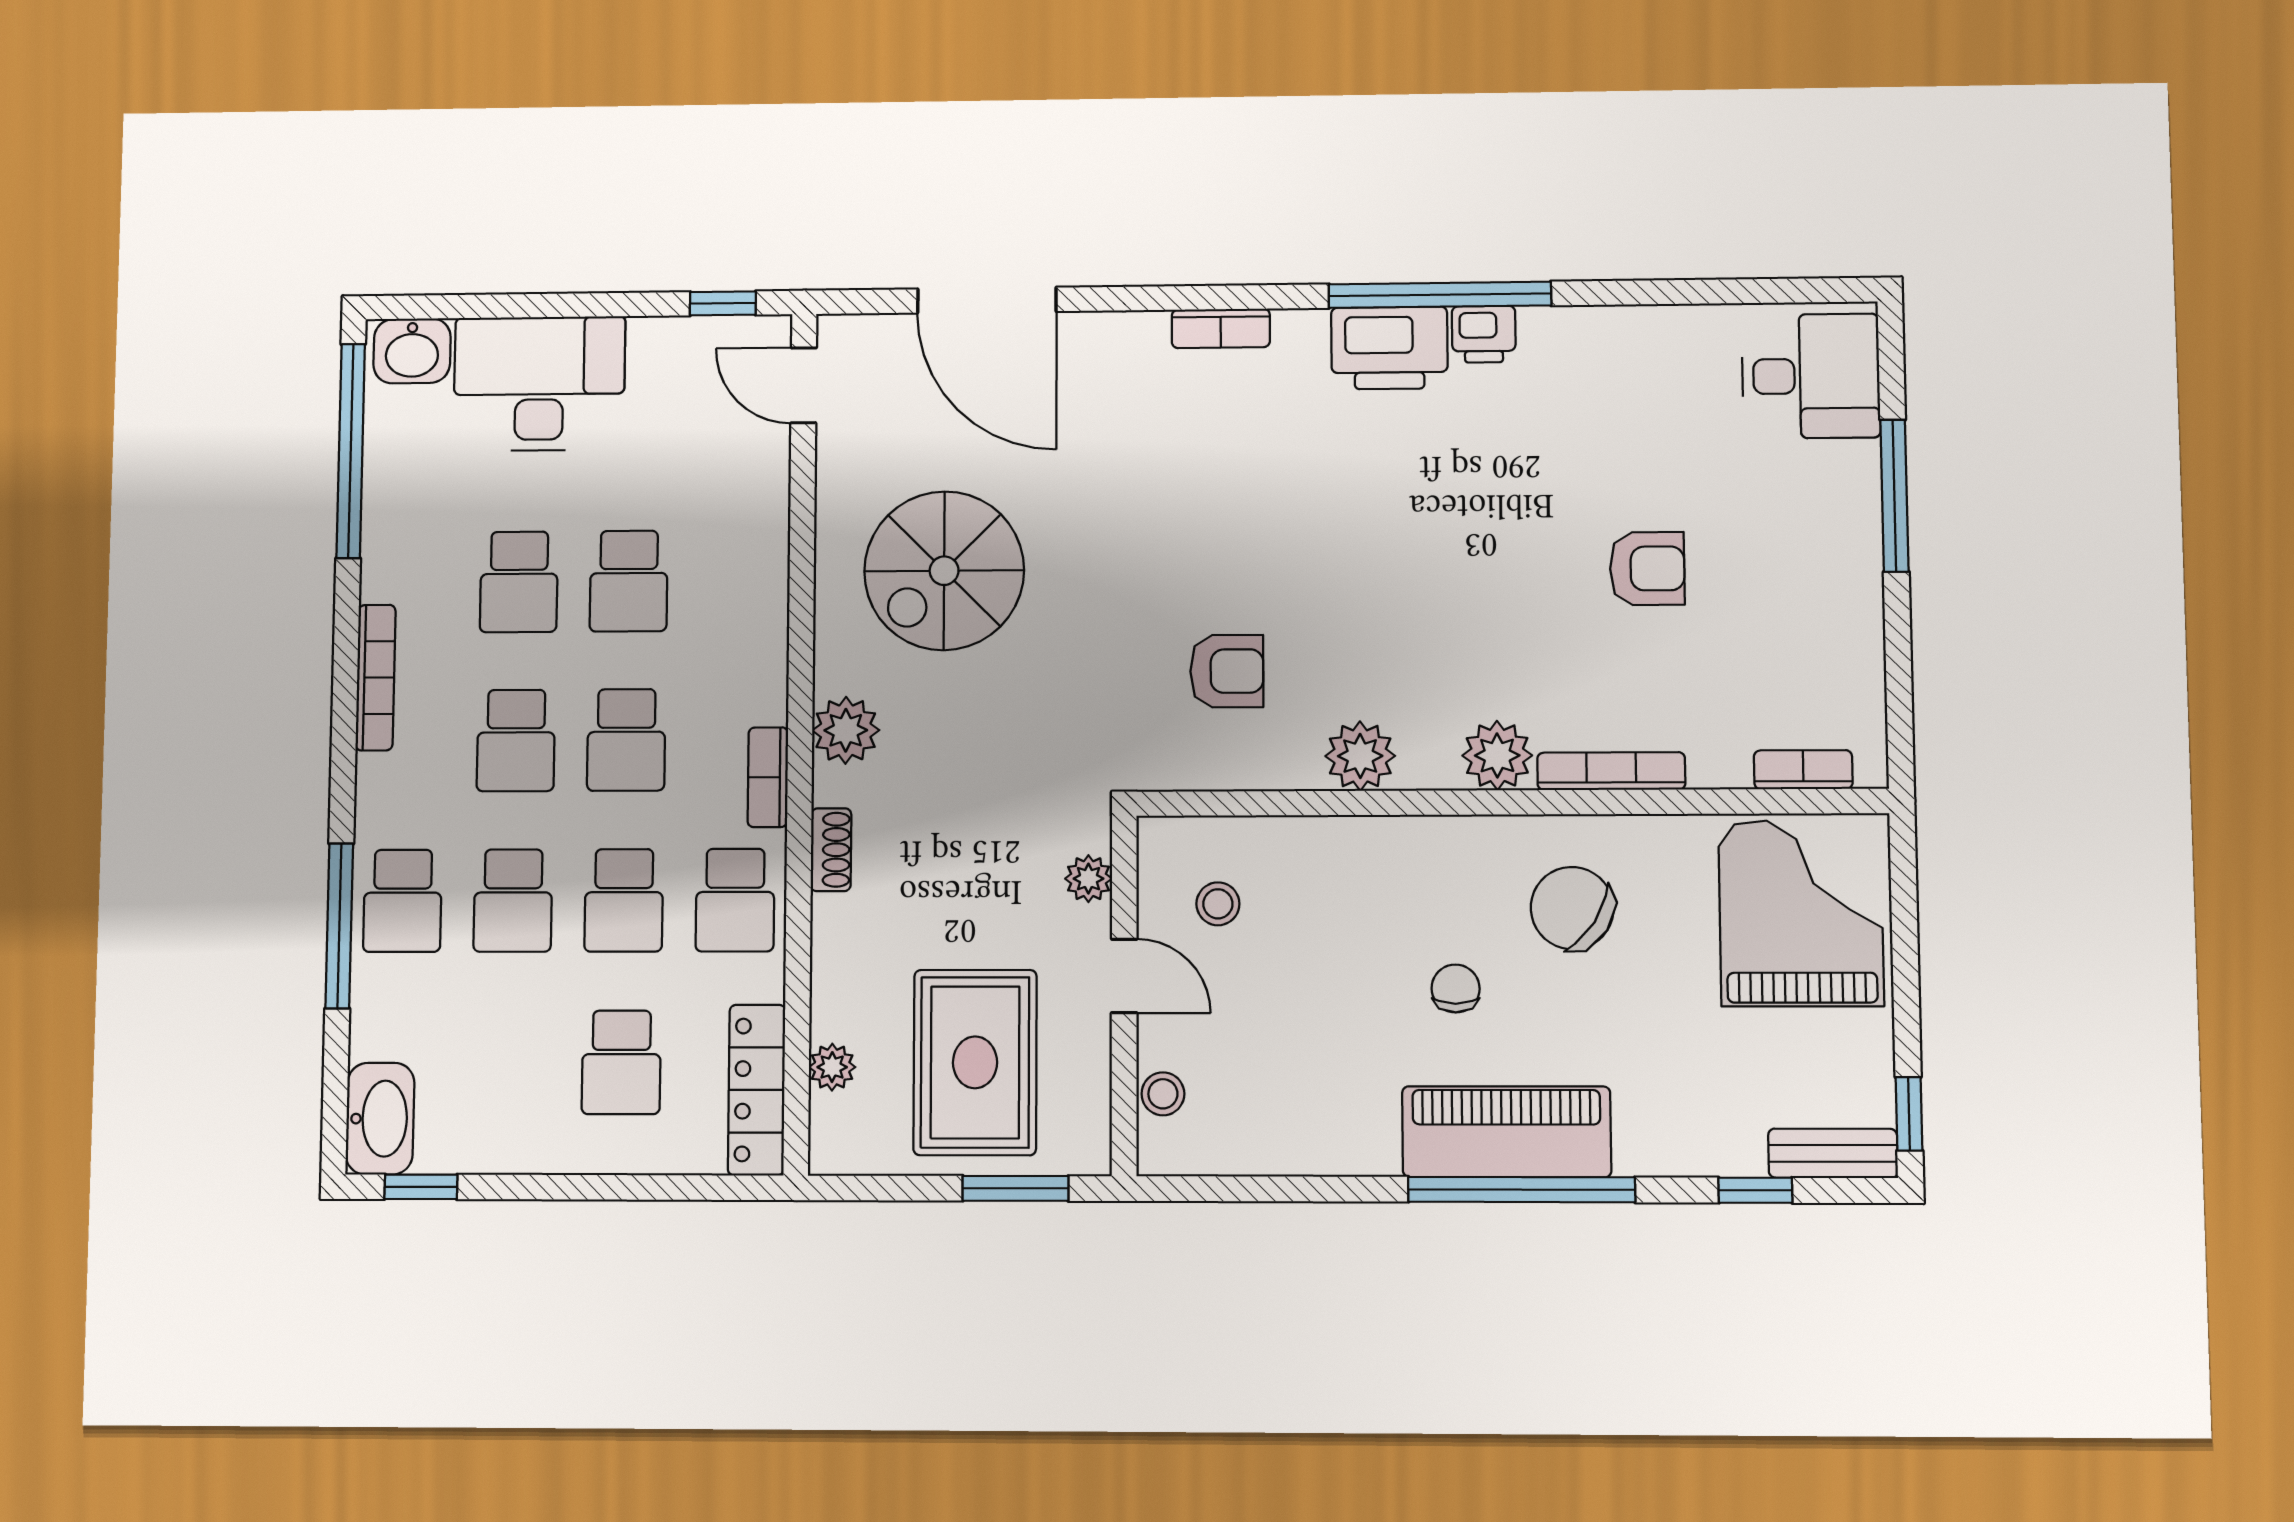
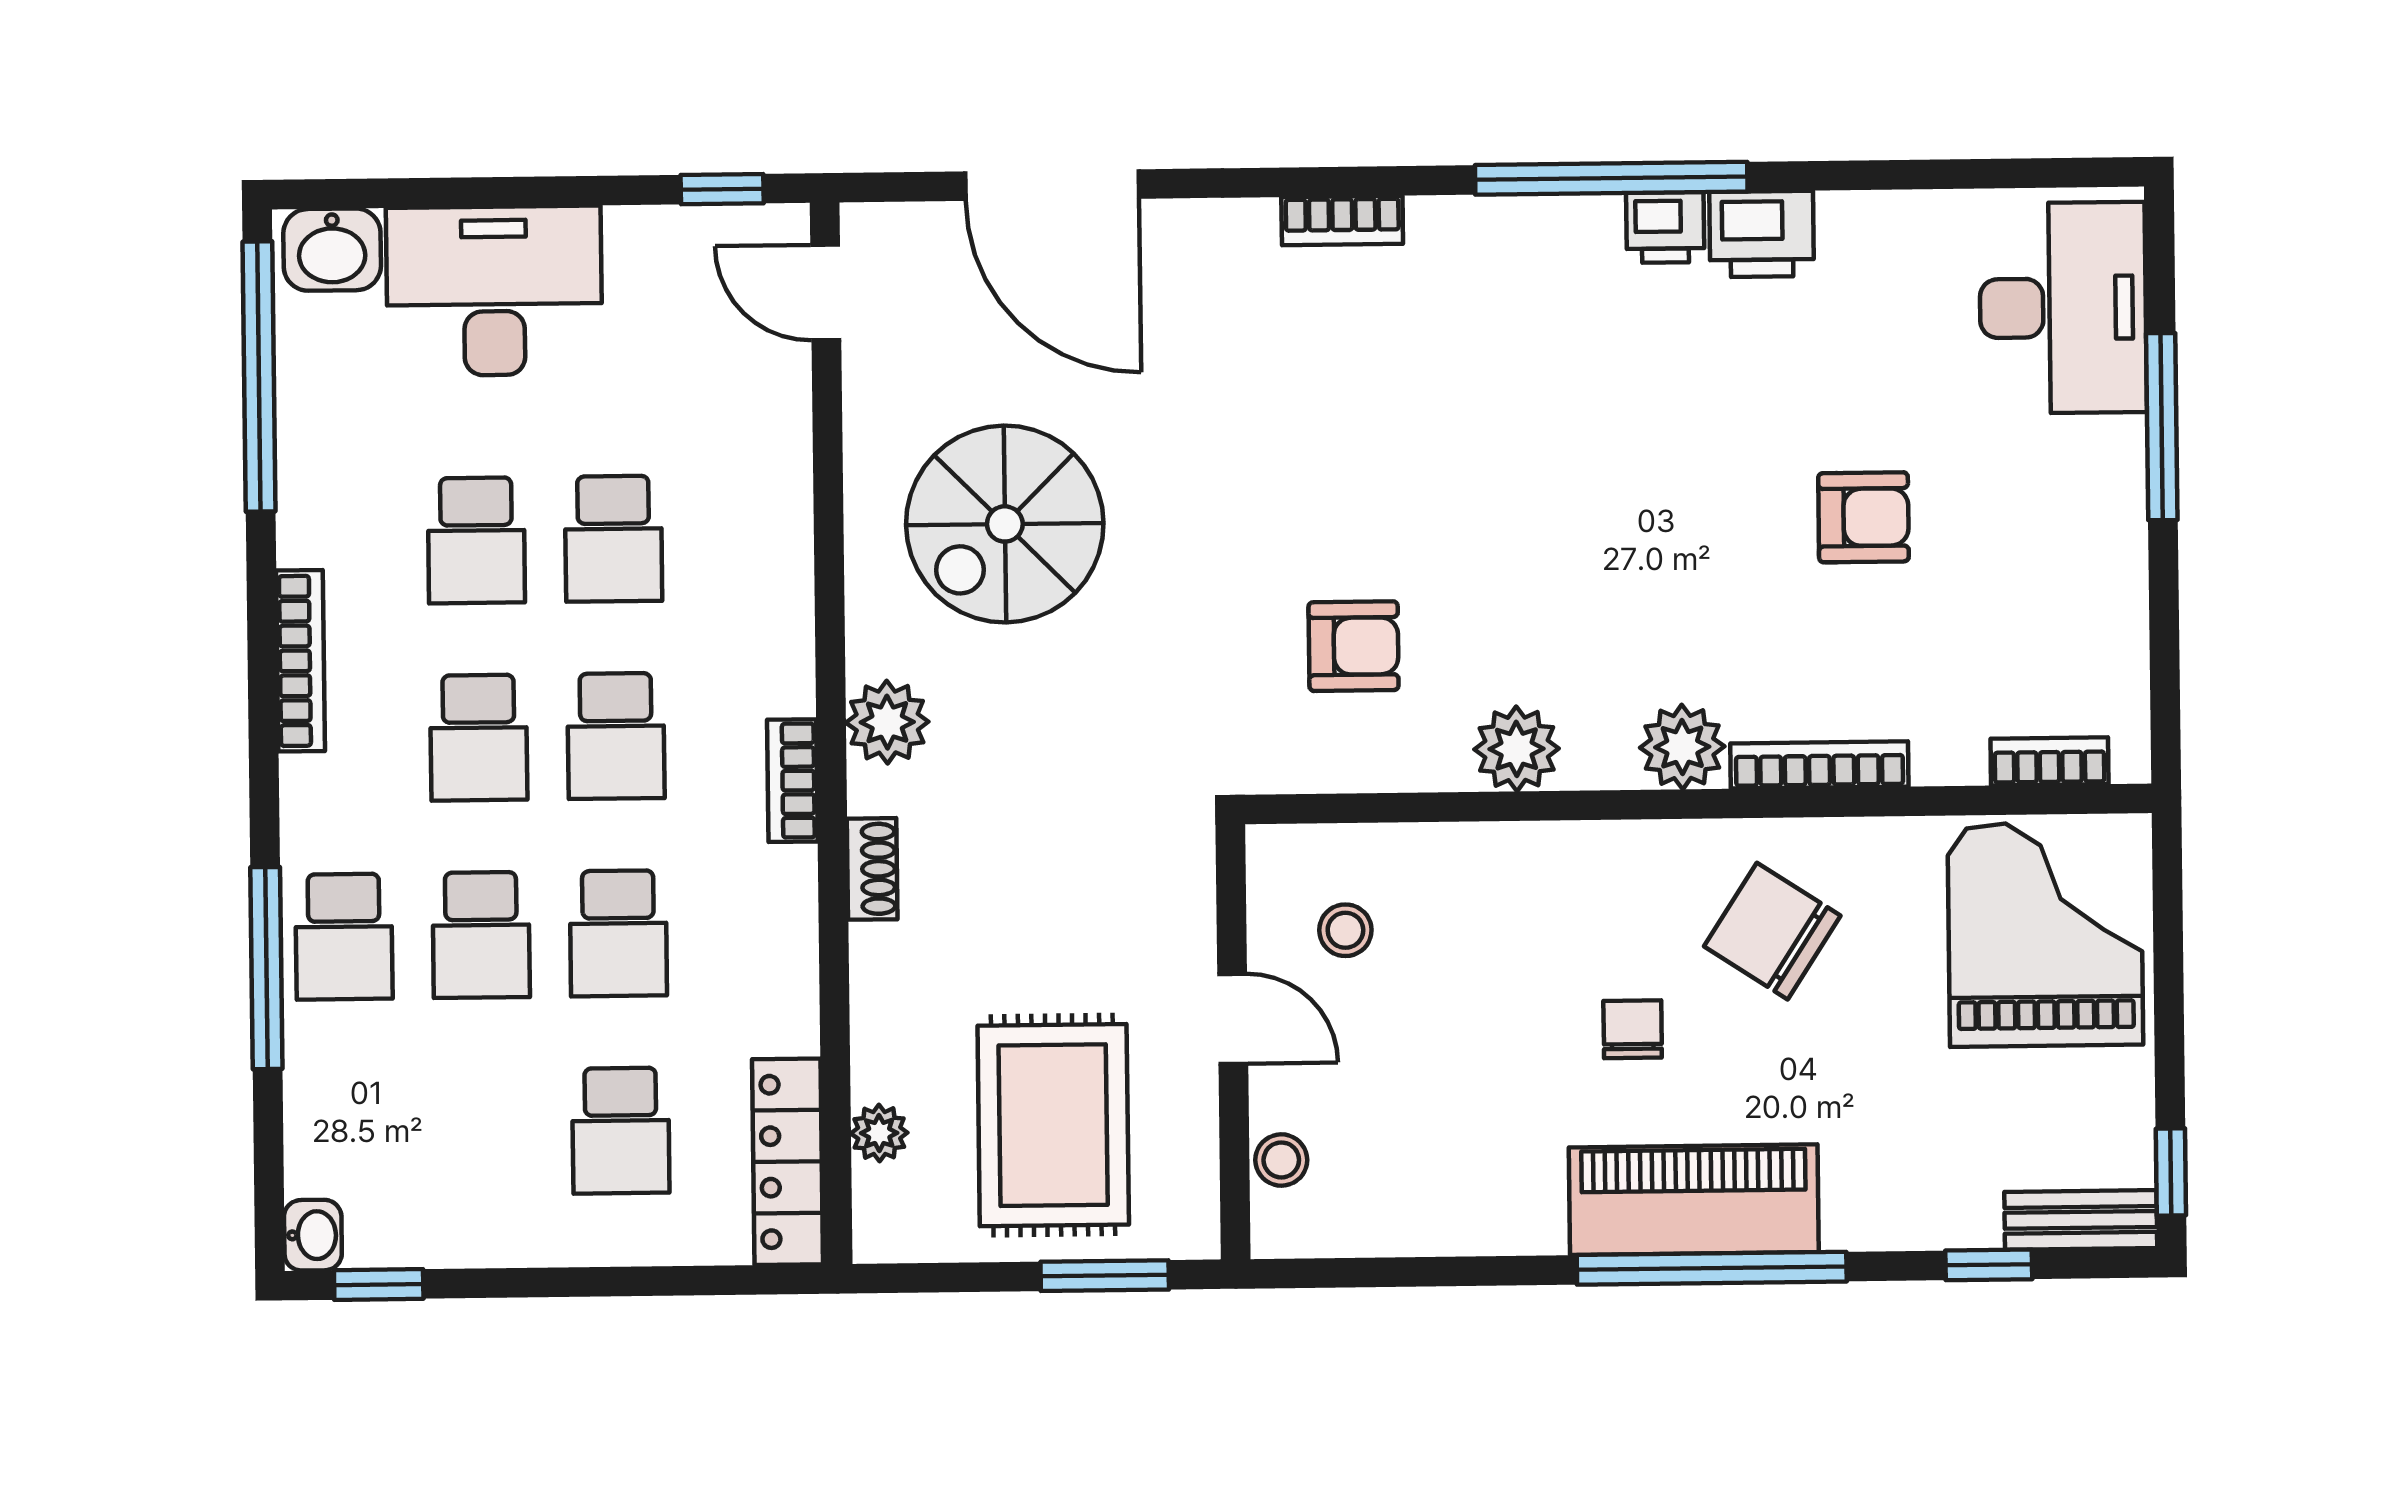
printer: (1389, 348) -> (1762, 234), moved, width x0.73, depth x0.84
desk: (1811, 376) -> (2063, 308), width x1.37
plant: (1088, 879) -> (1188, 901), removed
school desk: (735, 900) -> (756, 932), removed
washbasin: (380, 1119) -> (313, 1235), width x0.52, depth x0.69

